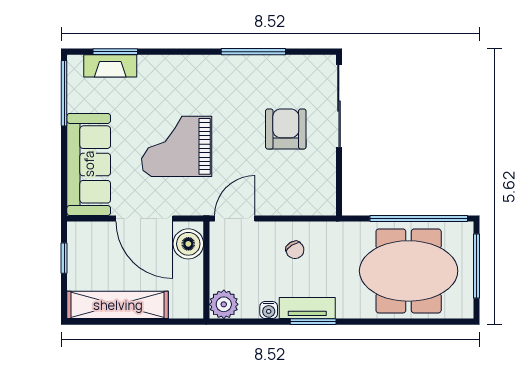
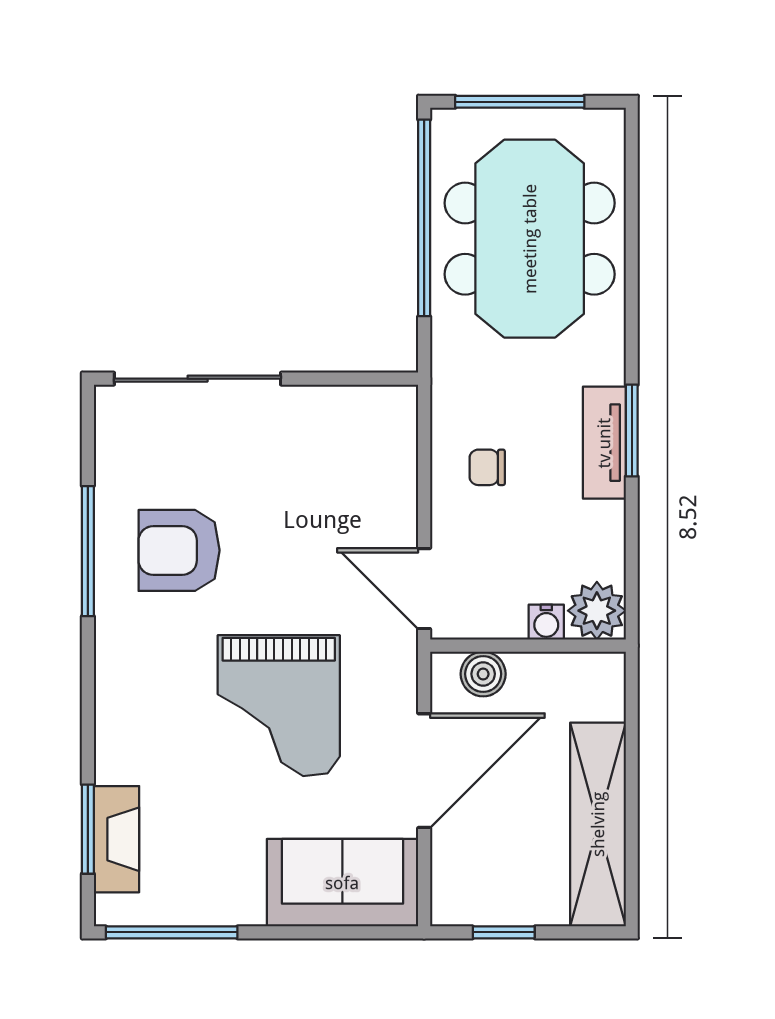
armchair: (286, 129) -> (179, 550), moved
sofa: (89, 164) -> (342, 883), width x0.73
boiler: (188, 244) -> (483, 674), width x0.73, depth x0.73
chair: (295, 250) -> (487, 467), turned -149
water cooler: (269, 310) -> (546, 622), moved, turned 90

